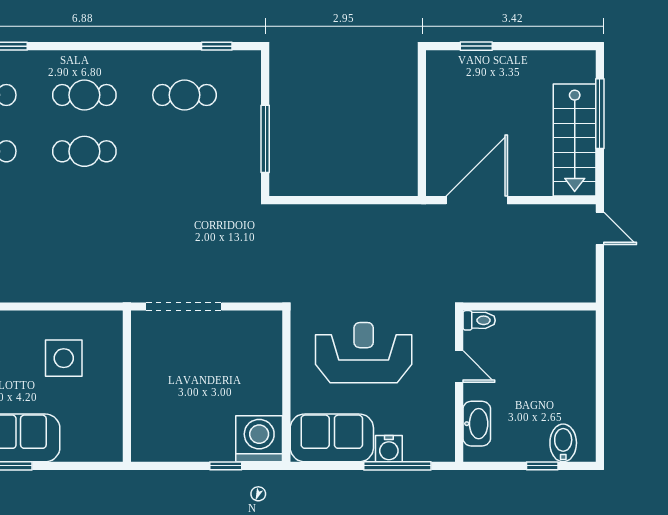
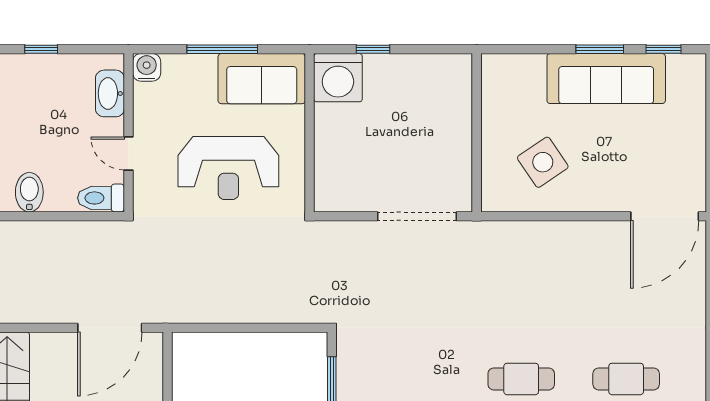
toilet: (479, 320) -> (101, 198), width x1.37, depth x1.39
side table: (64, 358) -> (543, 162), turned -34
bidet: (563, 443) -> (29, 192), moved, turned 180
water cooler: (389, 449) -> (147, 67), moved
window: (397, 466) -> (222, 49), moved

